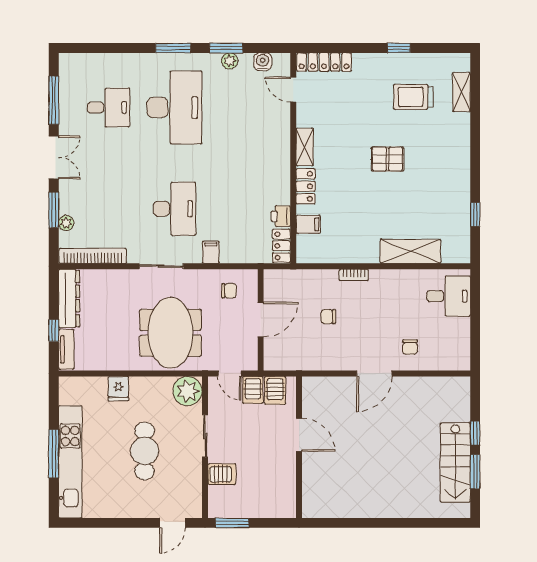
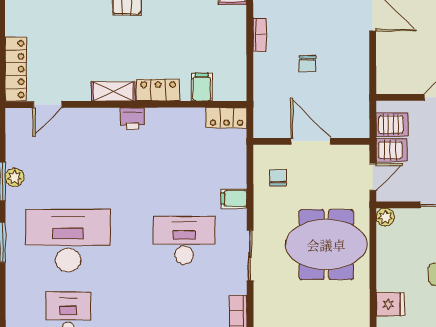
water cooler: (263, 62) -> (15, 140), removed
printer: (281, 216) -> (132, 119), moved
plant: (188, 391) -> (385, 217), width x0.53, depth x0.53

